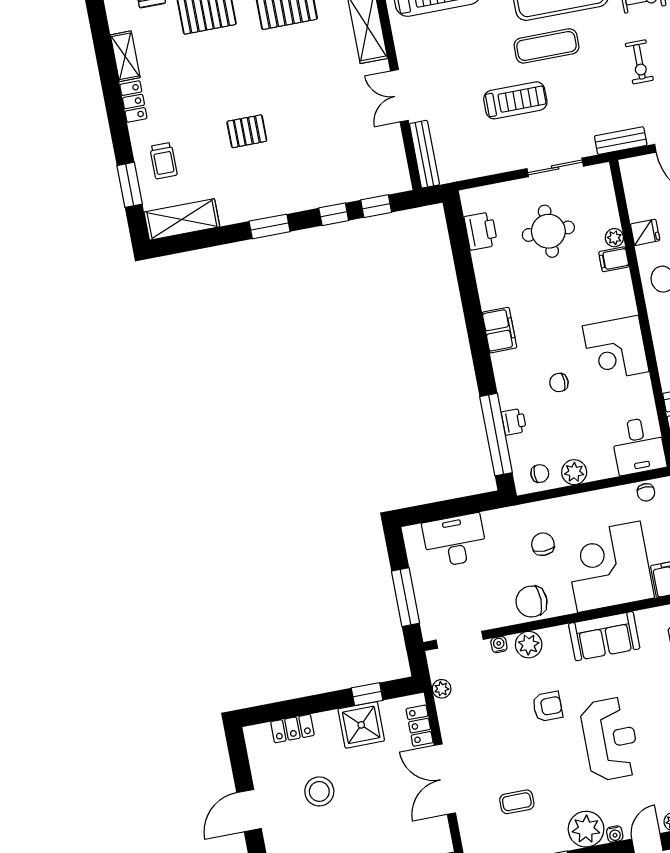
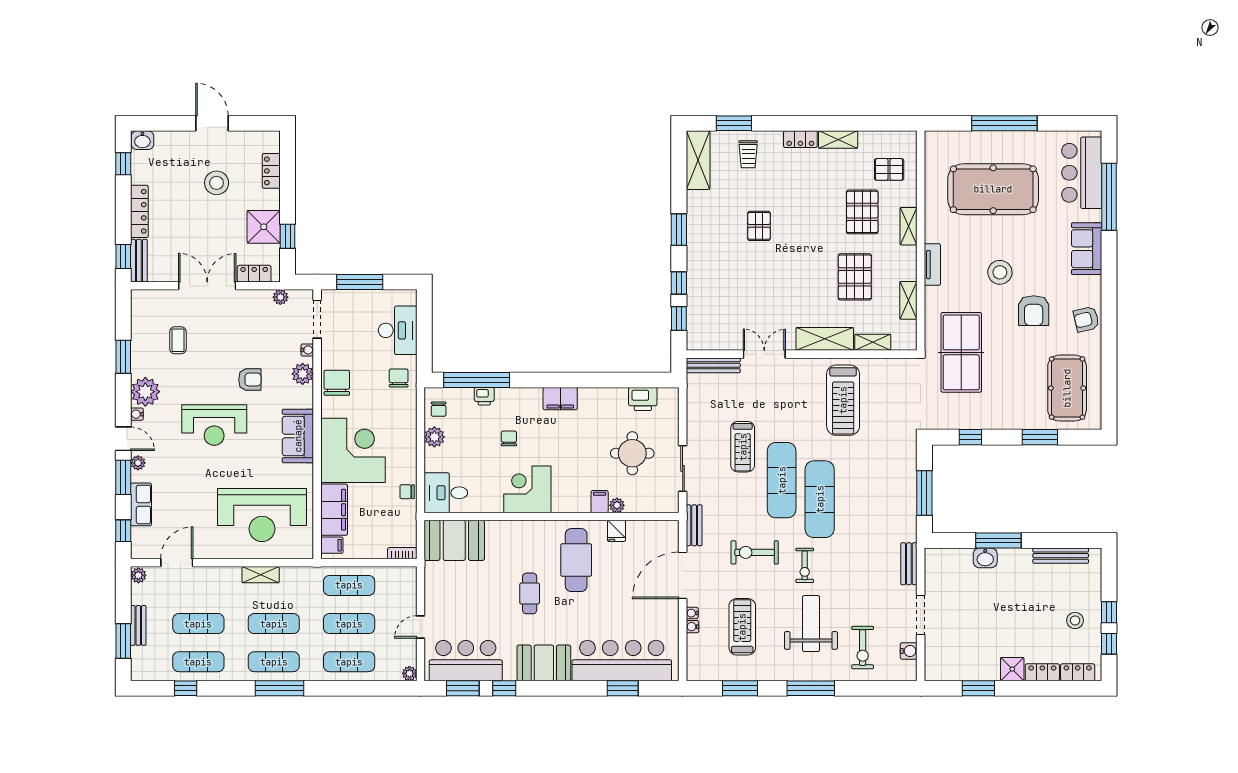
exercise mat: (547, 46) -> (782, 480), width x1.36, depth x1.45
exercise bike: (639, 62) -> (755, 552), width x1.38, depth x1.39
trolley: (163, 161) -> (748, 154), turned -90
chair: (543, 544) -> (399, 378), moved, turned -90
armchair: (547, 707) -> (250, 380), turned -90

